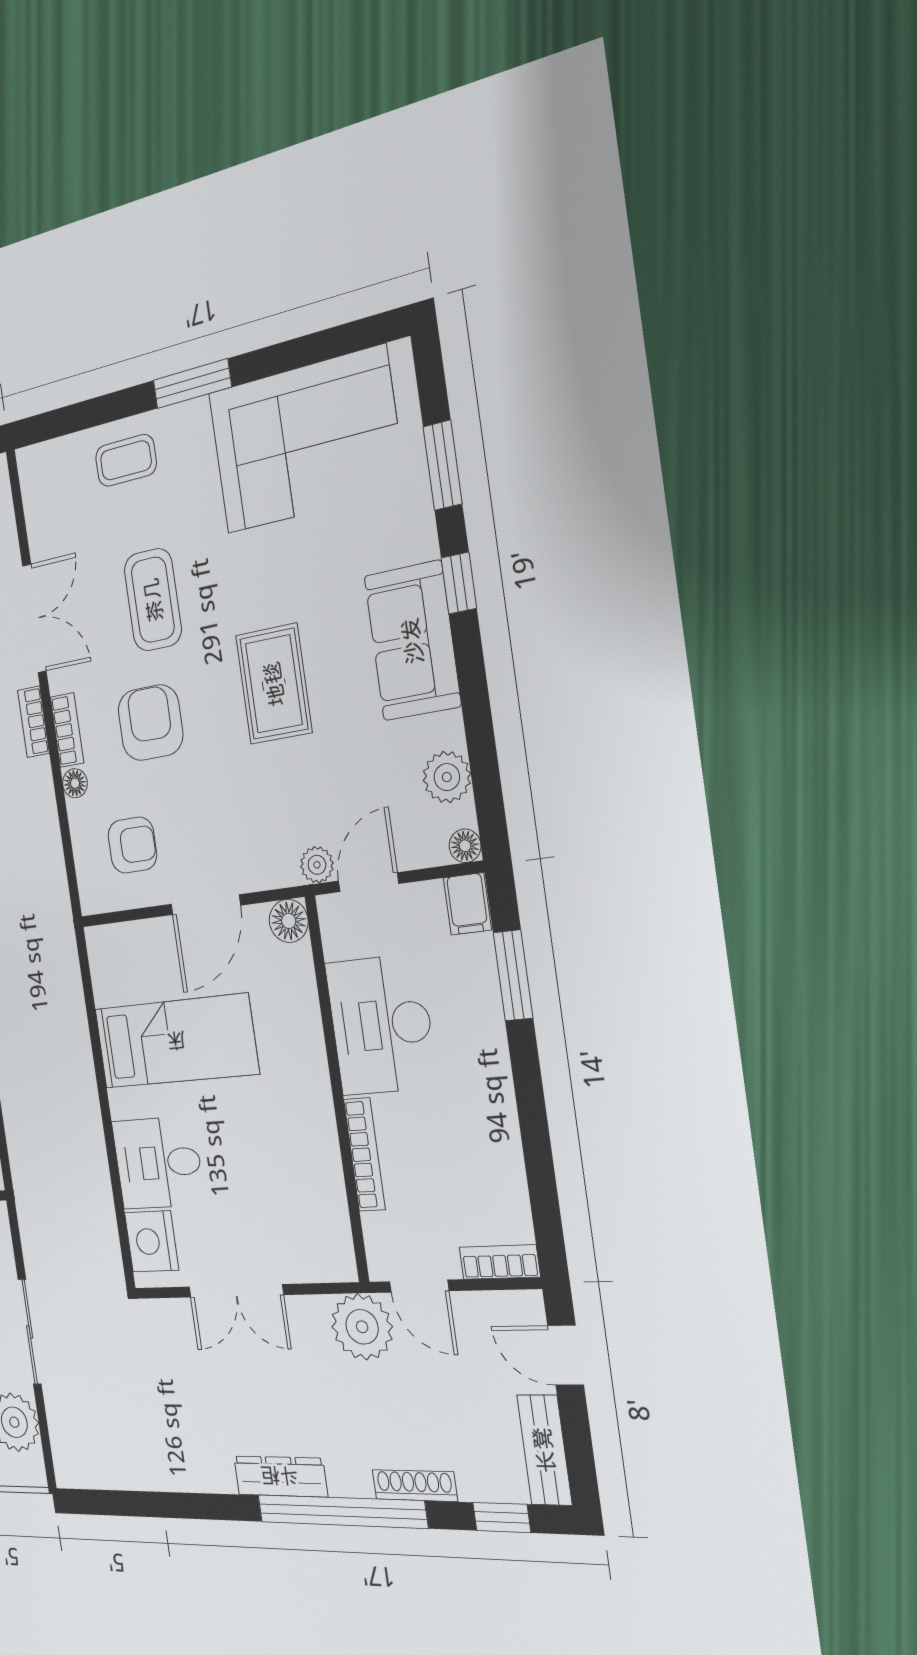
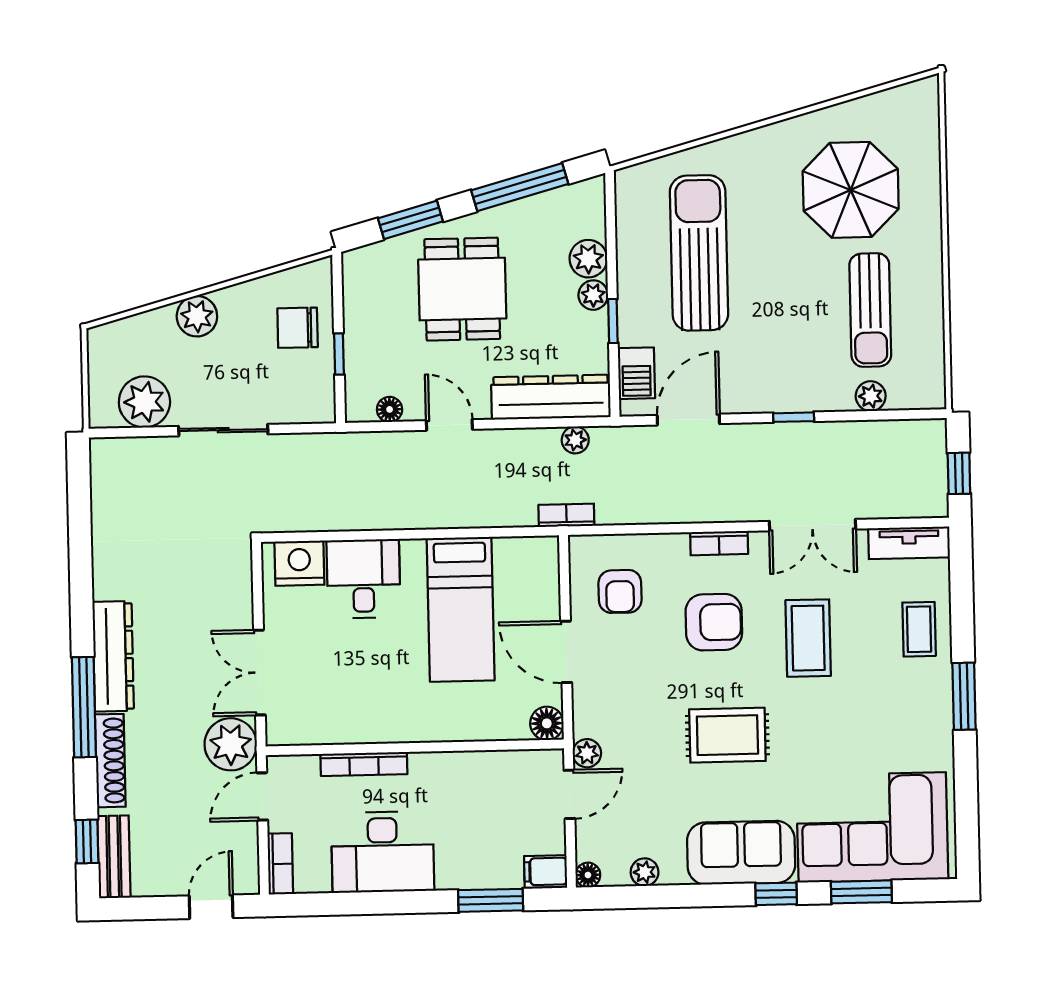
corner sofa: (305, 440) -> (872, 827), moved, turned 90
tv unit: (37, 495) -> (909, 543), added
coffee table: (153, 600) -> (808, 638), turned 90
bookcase: (33, 722) -> (566, 515), moved
plant: (447, 777) -> (645, 872), width x0.73, depth x0.73
floor lamp: (75, 783) -> (676, 544), removed
door: (368, 882) -> (569, 794), hinge flipped
desk: (381, 1025) -> (383, 852), moved, turned 180
double door: (236, 1291) -> (259, 673), moved
bench: (544, 1450) -> (114, 857), moved, turned 90
dresser: (280, 1476) -> (113, 656), width x1.37, depth x1.24
shoe rack: (415, 1485) -> (110, 761), width x1.36, depth x1.24
window: (341, 1511) -> (84, 707), width x0.68

